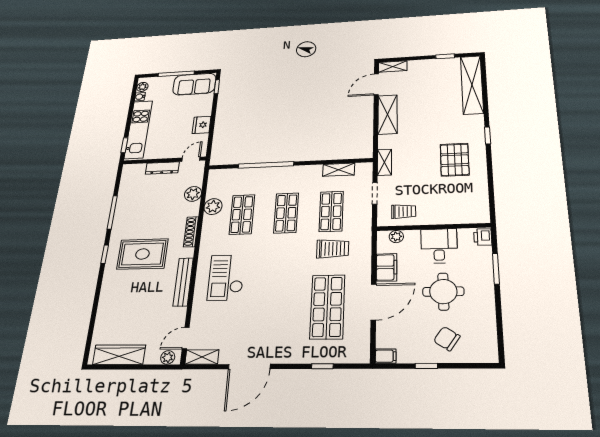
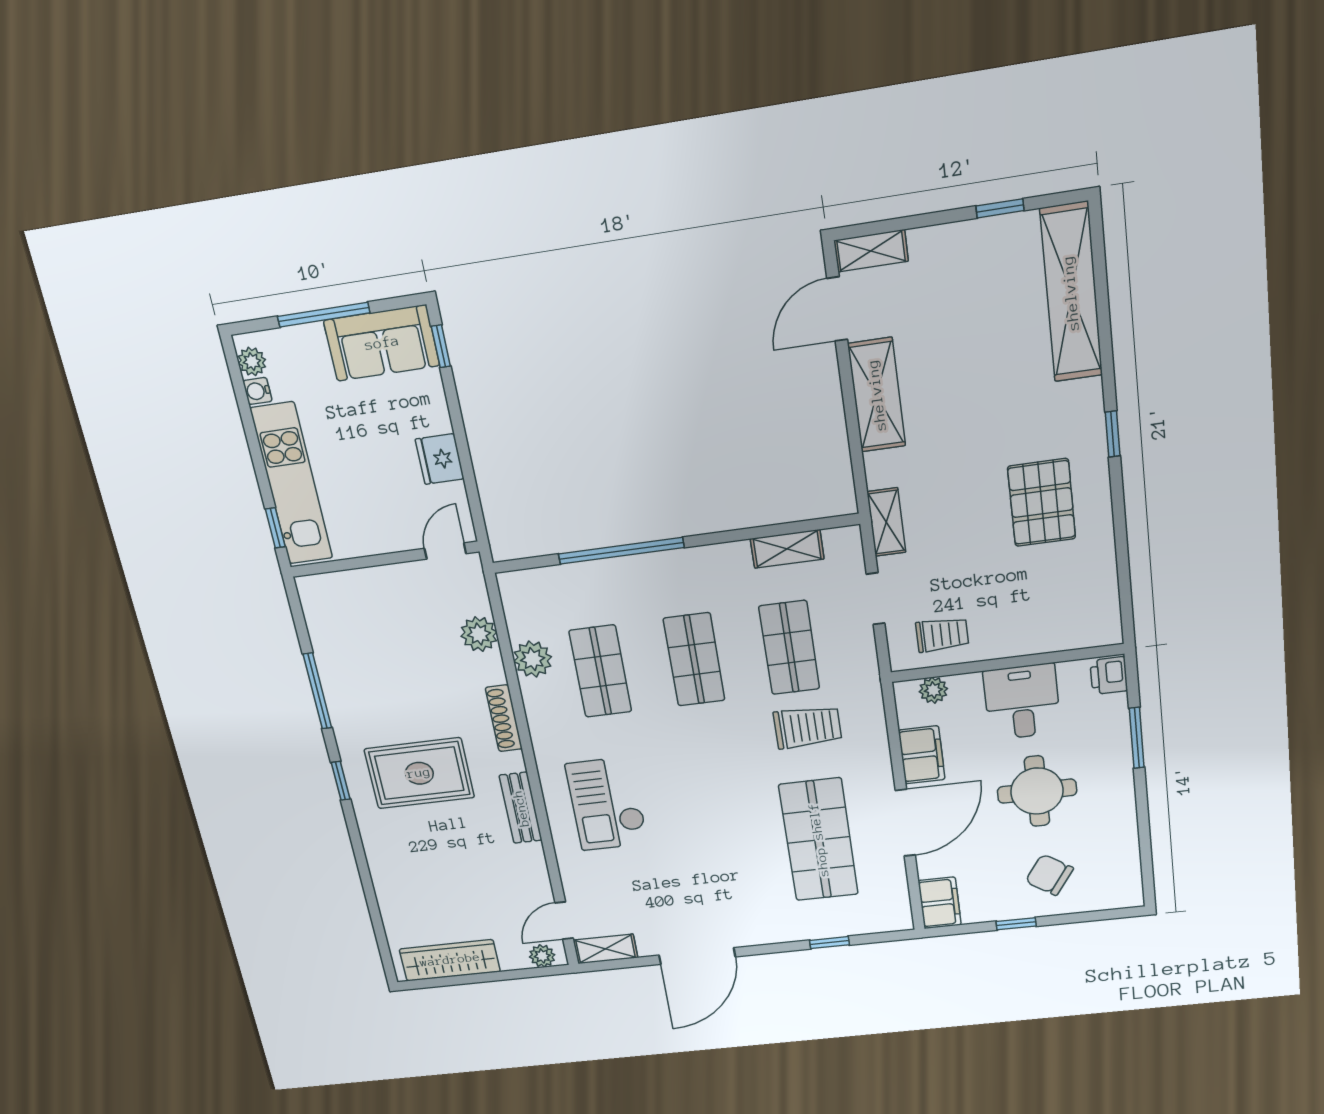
dresser: (162, 168) -> (387, 578), removed
bench: (183, 282) -> (521, 808), width x0.73
filing cabinet: (386, 356) -> (940, 903), width x2.00

